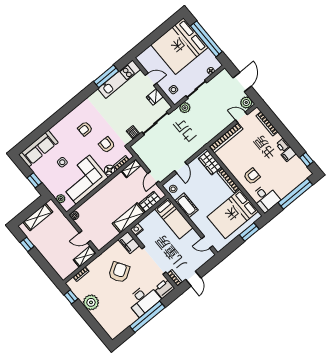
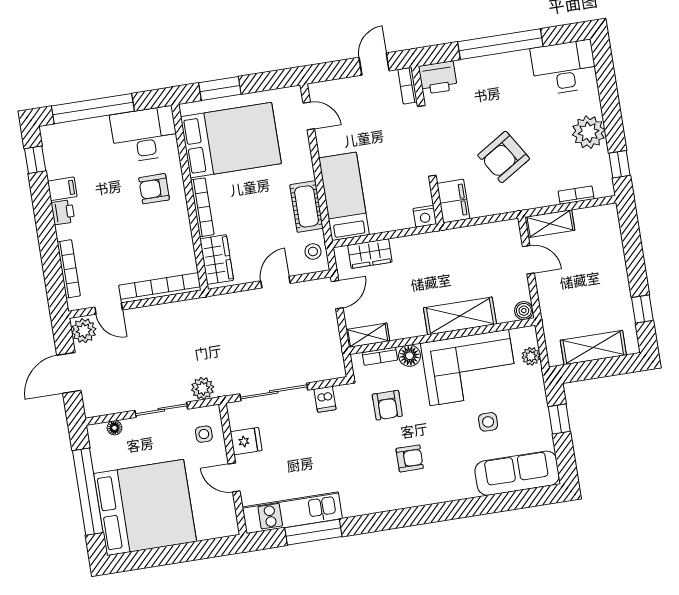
desk: (266, 198) -> (144, 135), width x1.37
shelving: (129, 218) -> (460, 316), moved
desk: (143, 300) -> (564, 68), moved

